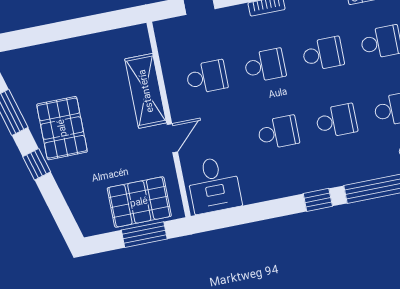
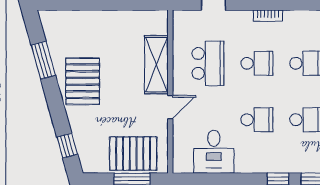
school desk: (207, 77) -> (208, 63), width x1.85
window: (37, 164) -> (67, 146), moved
desk: (214, 185) -> (214, 152), moved

